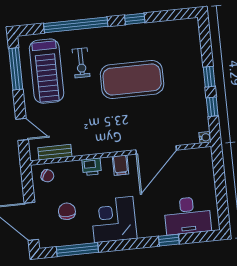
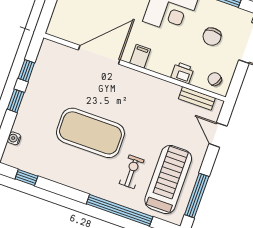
window: (135, 19) -> (26, 178), moved
water cooler: (205, 137) -> (14, 138), moved
printer: (92, 167) -> (182, 73), moved

